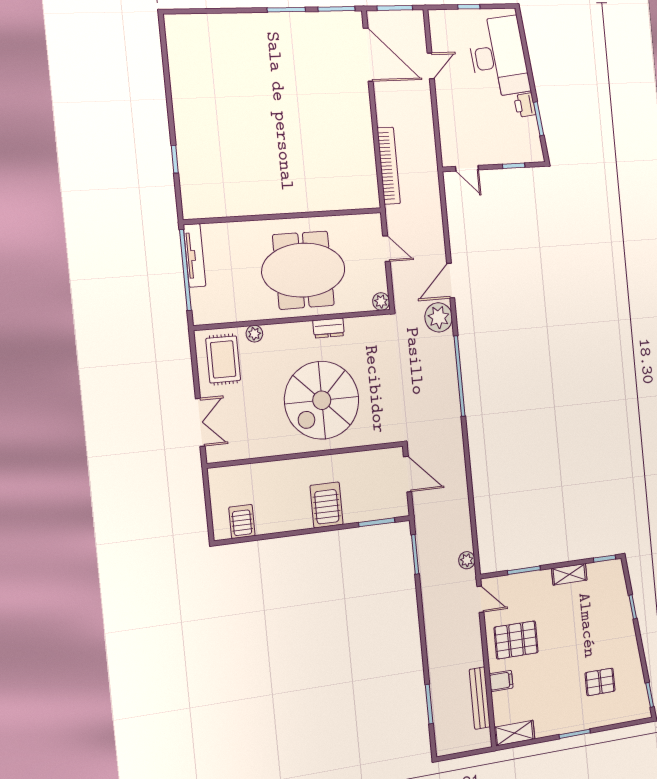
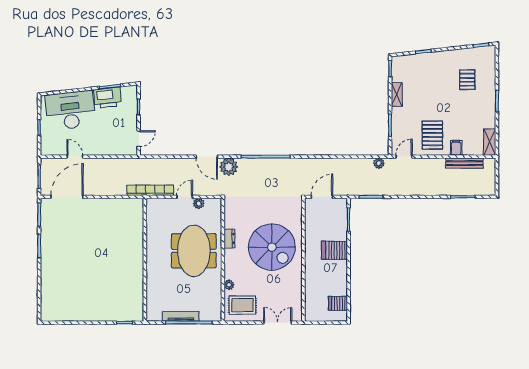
printer: (525, 105) -> (108, 98), width x1.87, depth x1.48
bookcase: (389, 166) -> (150, 190), moved
wall: (284, 216) -> (145, 260), moved
plant: (381, 301) -> (199, 203), moved

